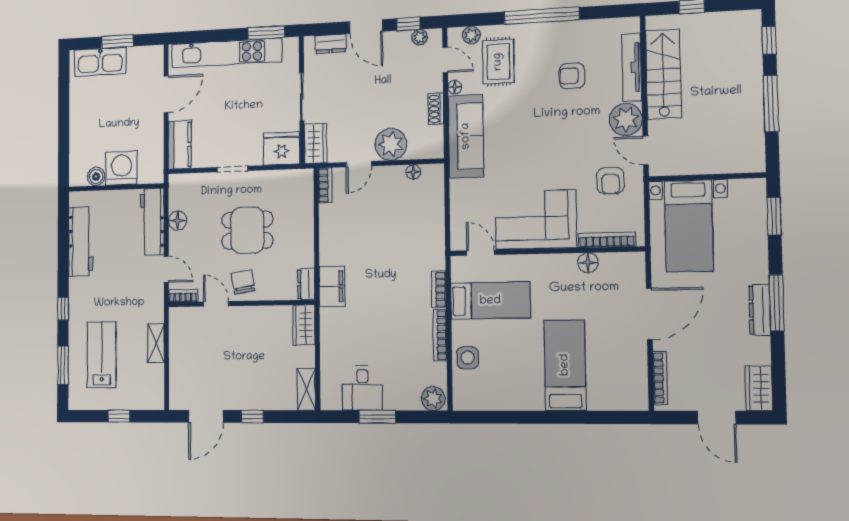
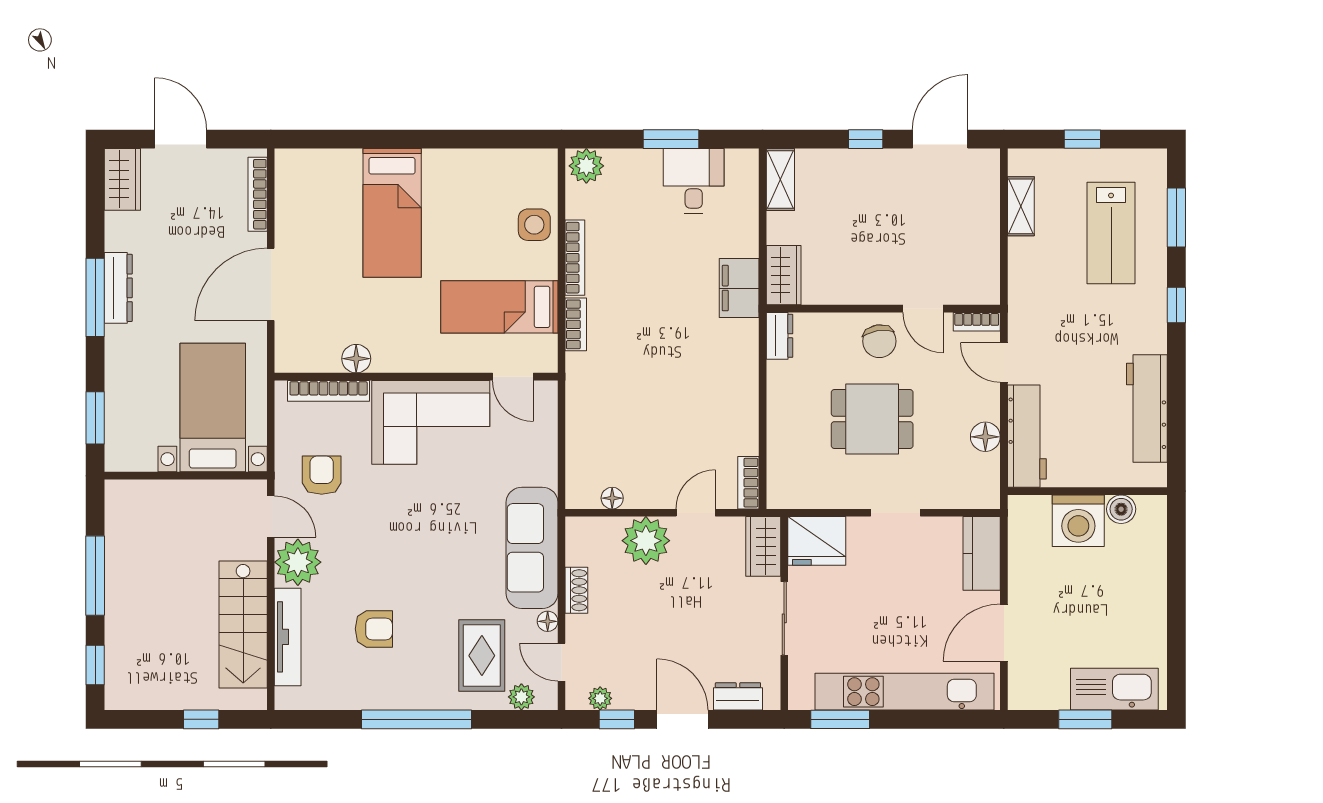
filing cabinet: (332, 286) -> (739, 288), moved
shelving: (156, 343) -> (1021, 206), moved

